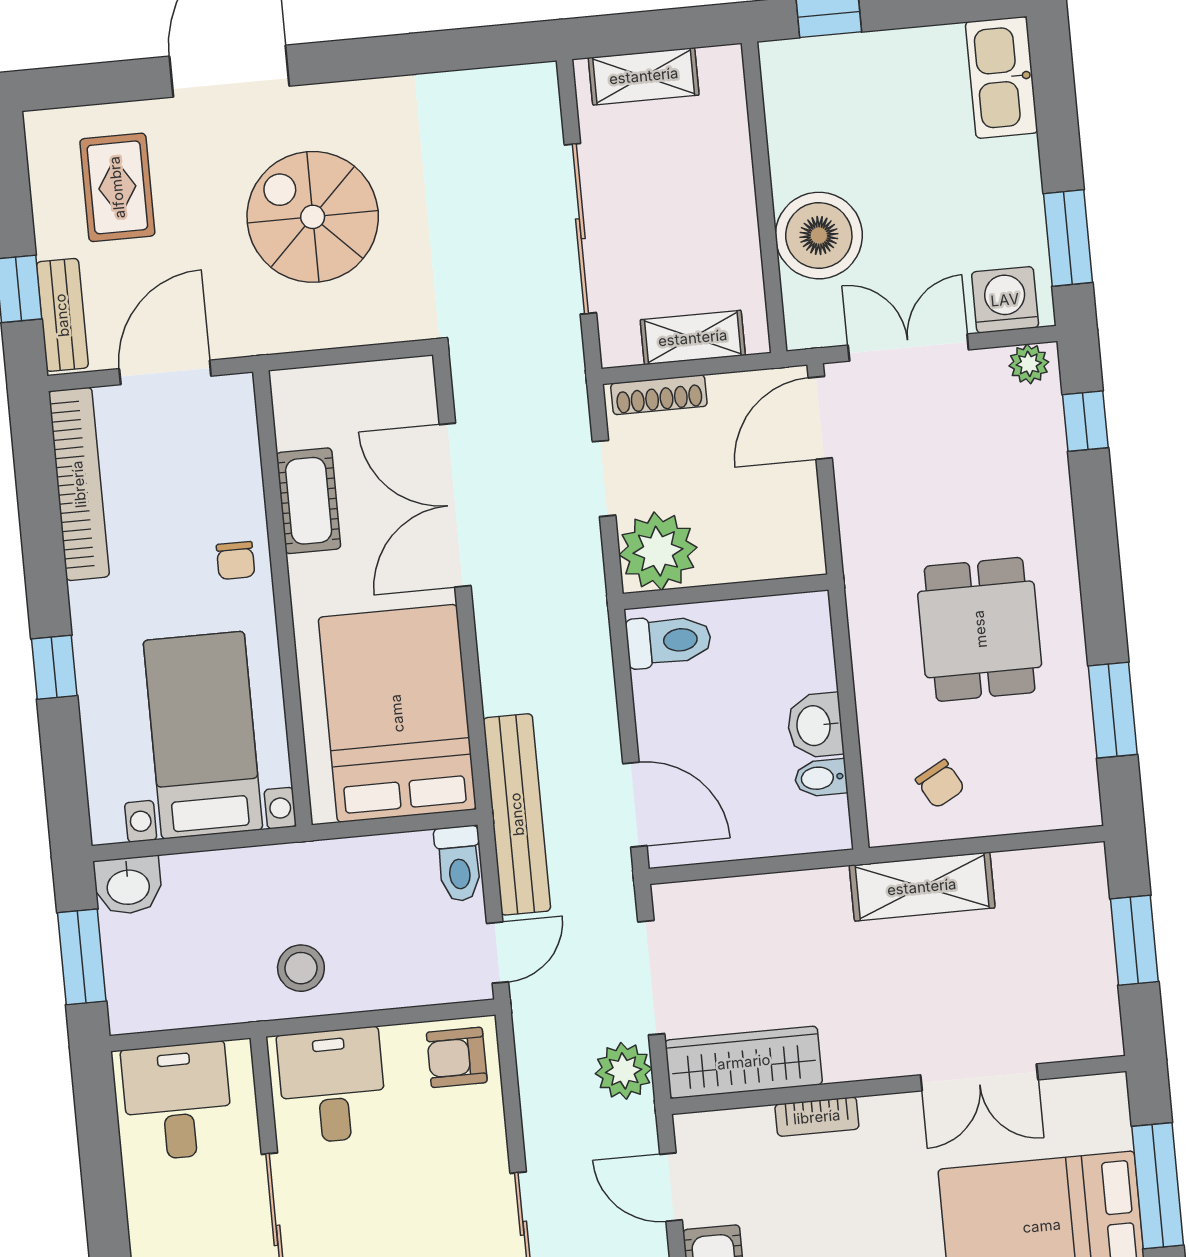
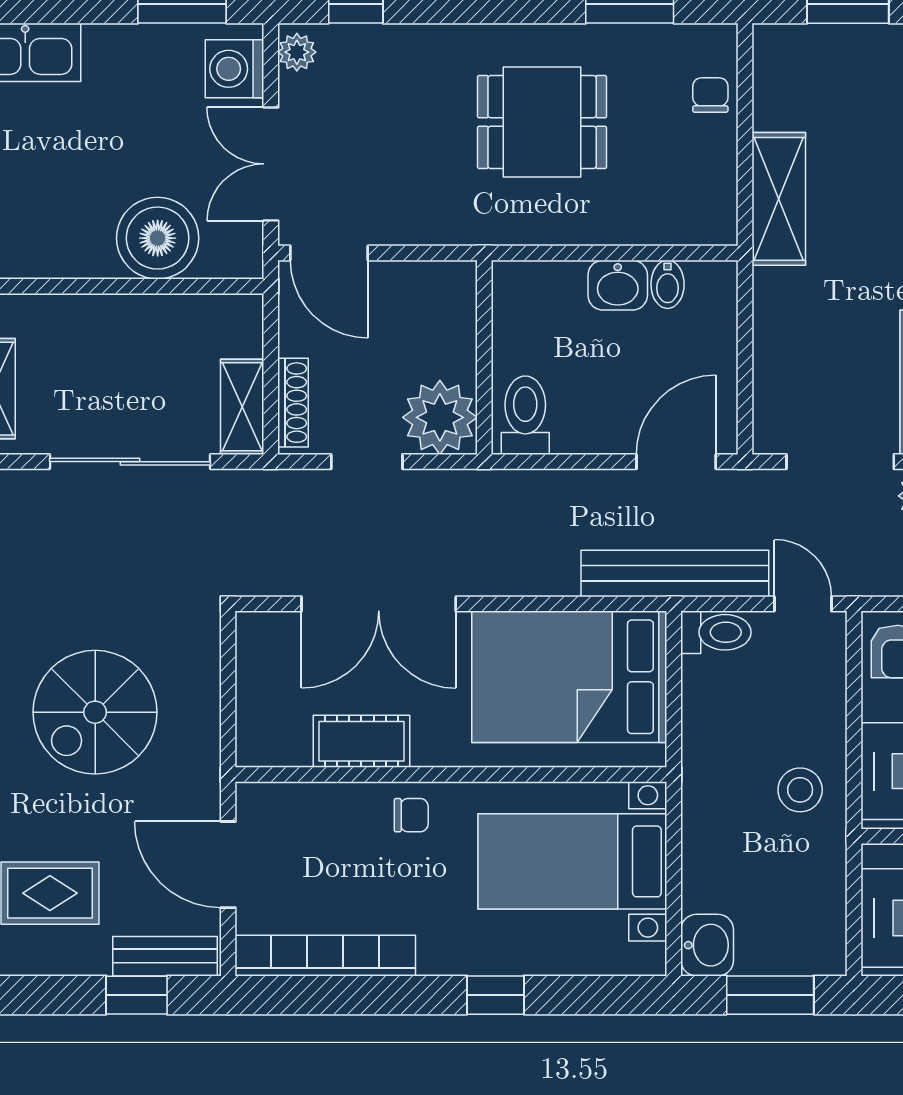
shelving: (693, 338) -> (242, 407), moved
chair: (940, 784) -> (710, 95), moved, turned -61

